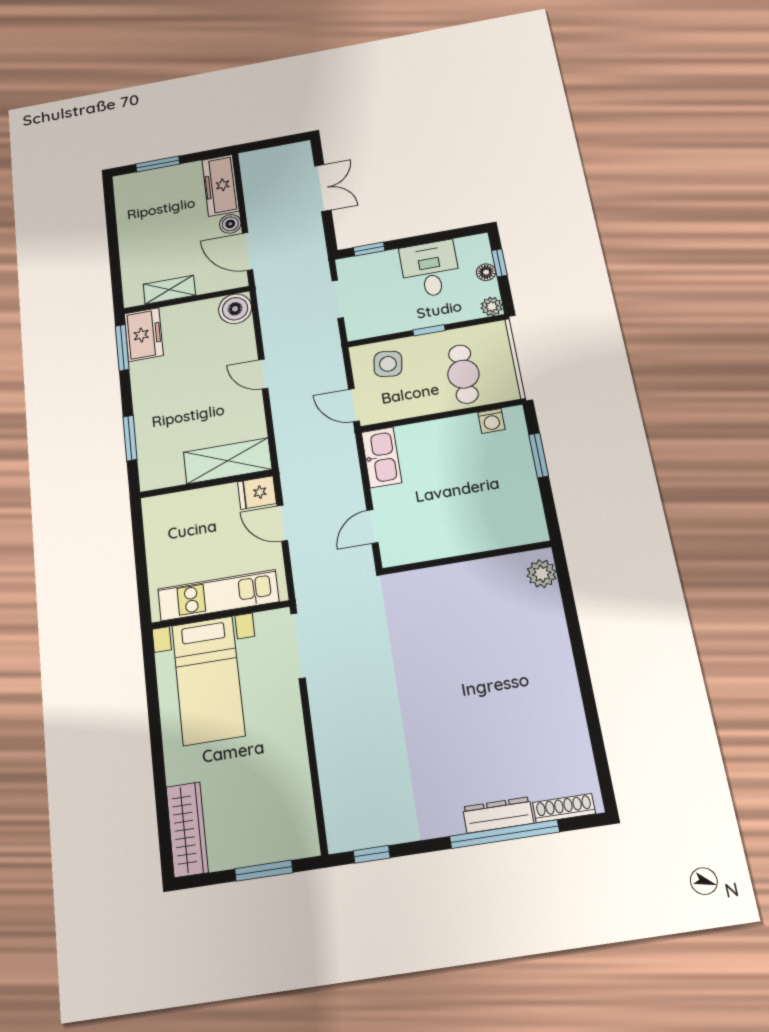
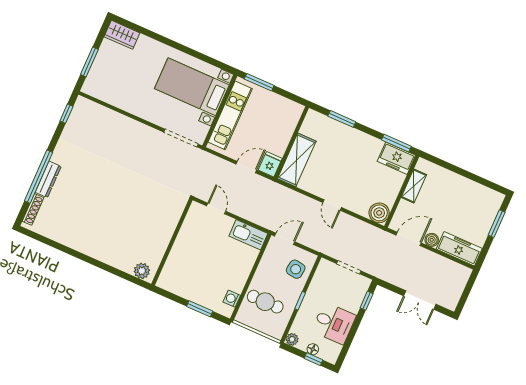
door: (263, 374) -> (332, 205), swing flipped
window: (143, 585) -> (259, 82), added
wardrobe: (187, 829) -> (122, 35), width x0.67

